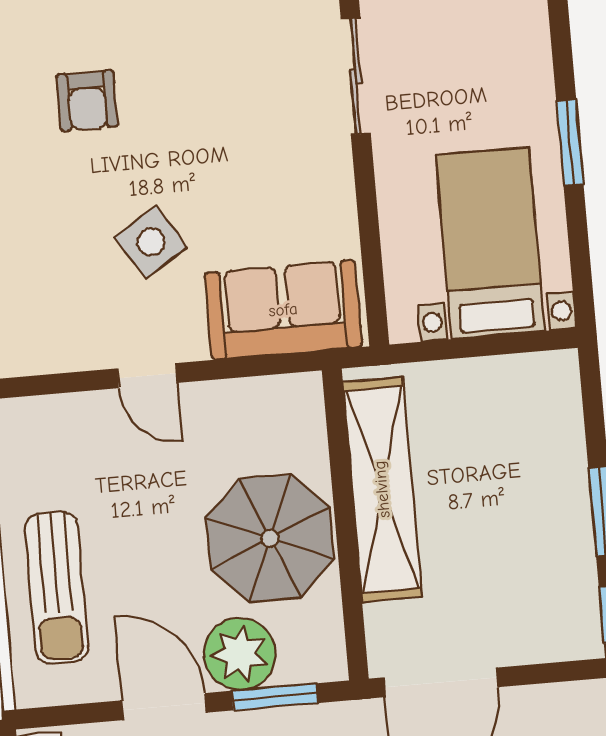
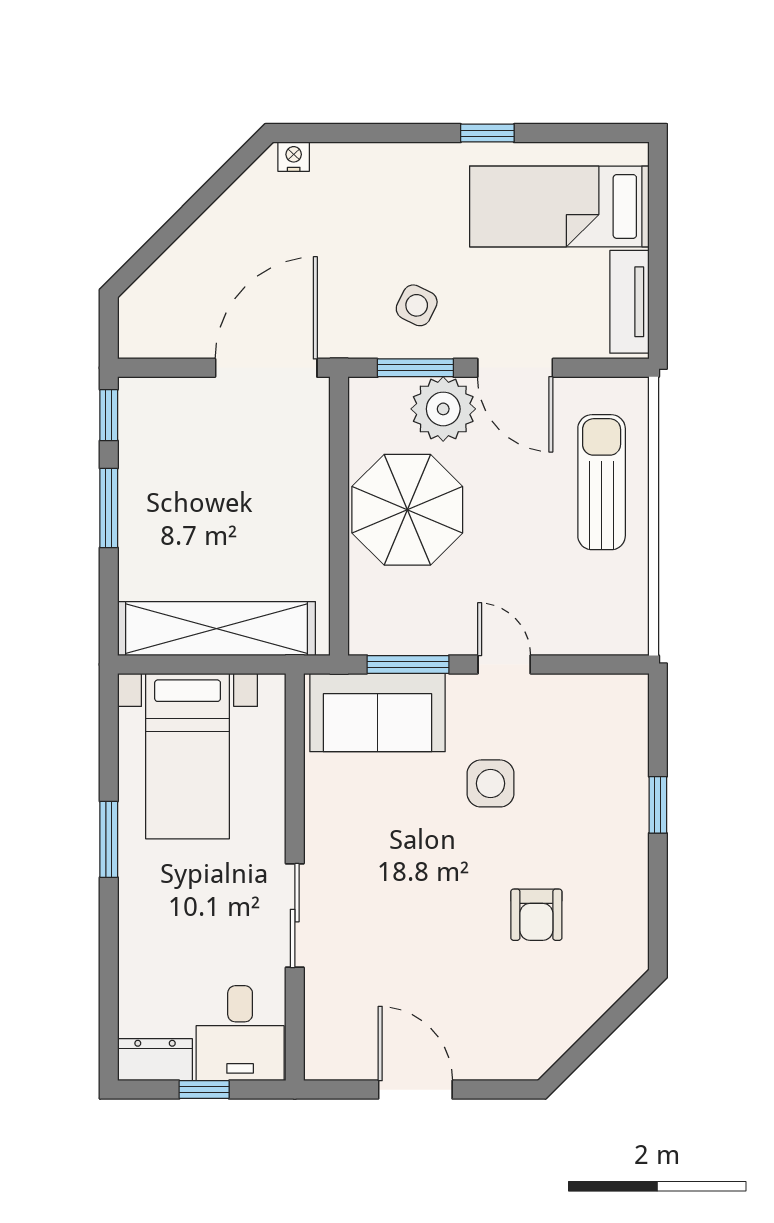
armchair: (87, 101) -> (536, 915), turned 180
side table: (151, 242) -> (491, 783), turned 32
window: (254, 366) -> (408, 664), added
shelving: (382, 489) -> (216, 629), moved, turned 90

